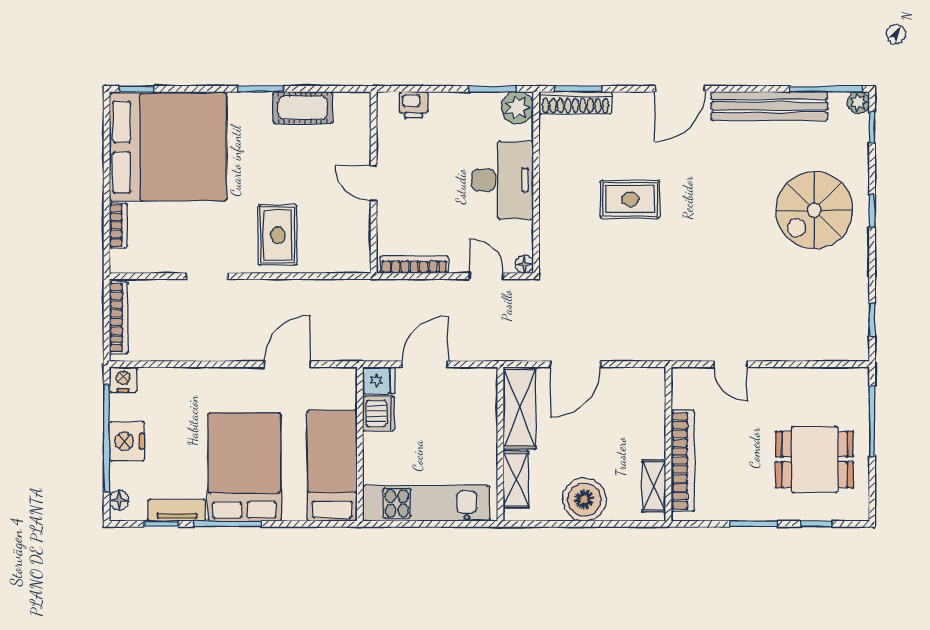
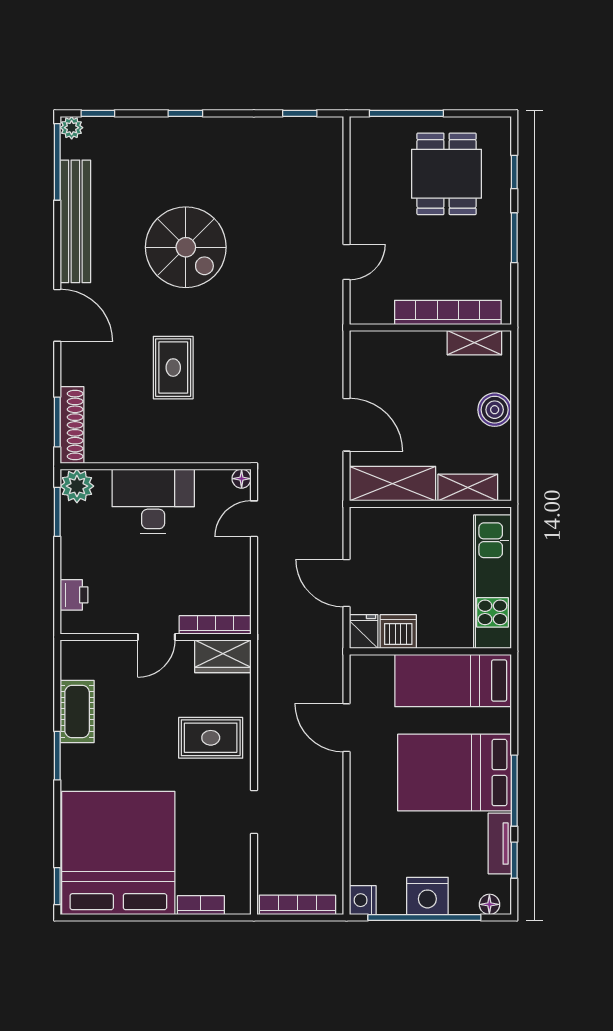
spiral stairs: (814, 210) -> (186, 247), moved
wardrobe: (355, 246) -> (223, 656), added
bookcase: (414, 265) -> (215, 625), moved, turned 90
boiler: (584, 499) -> (495, 410), width x0.73, depth x0.73

